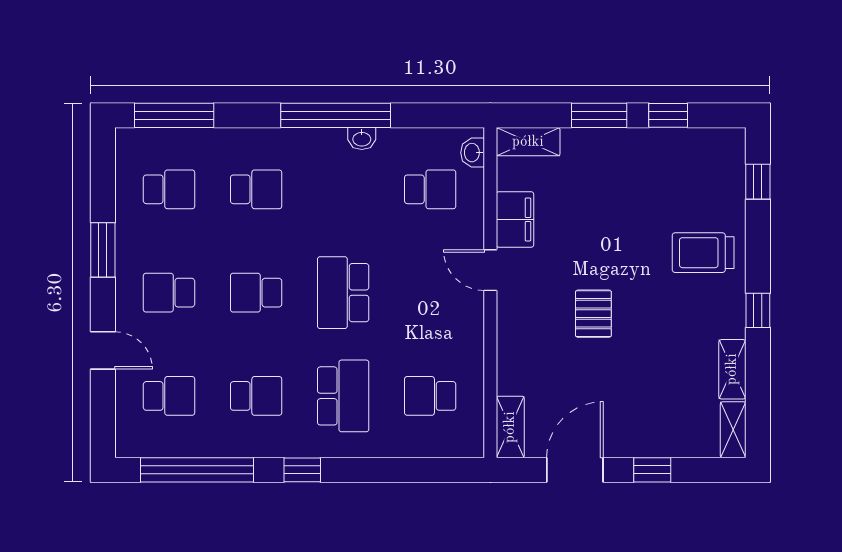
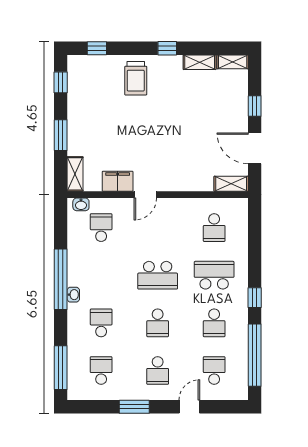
window: (668, 115) -> (61, 82), moved
washbasin: (362, 139) -> (73, 295), moved
pallet: (593, 314) -> (169, 138), removed
school desk: (256, 396) -> (214, 323), turned 180

